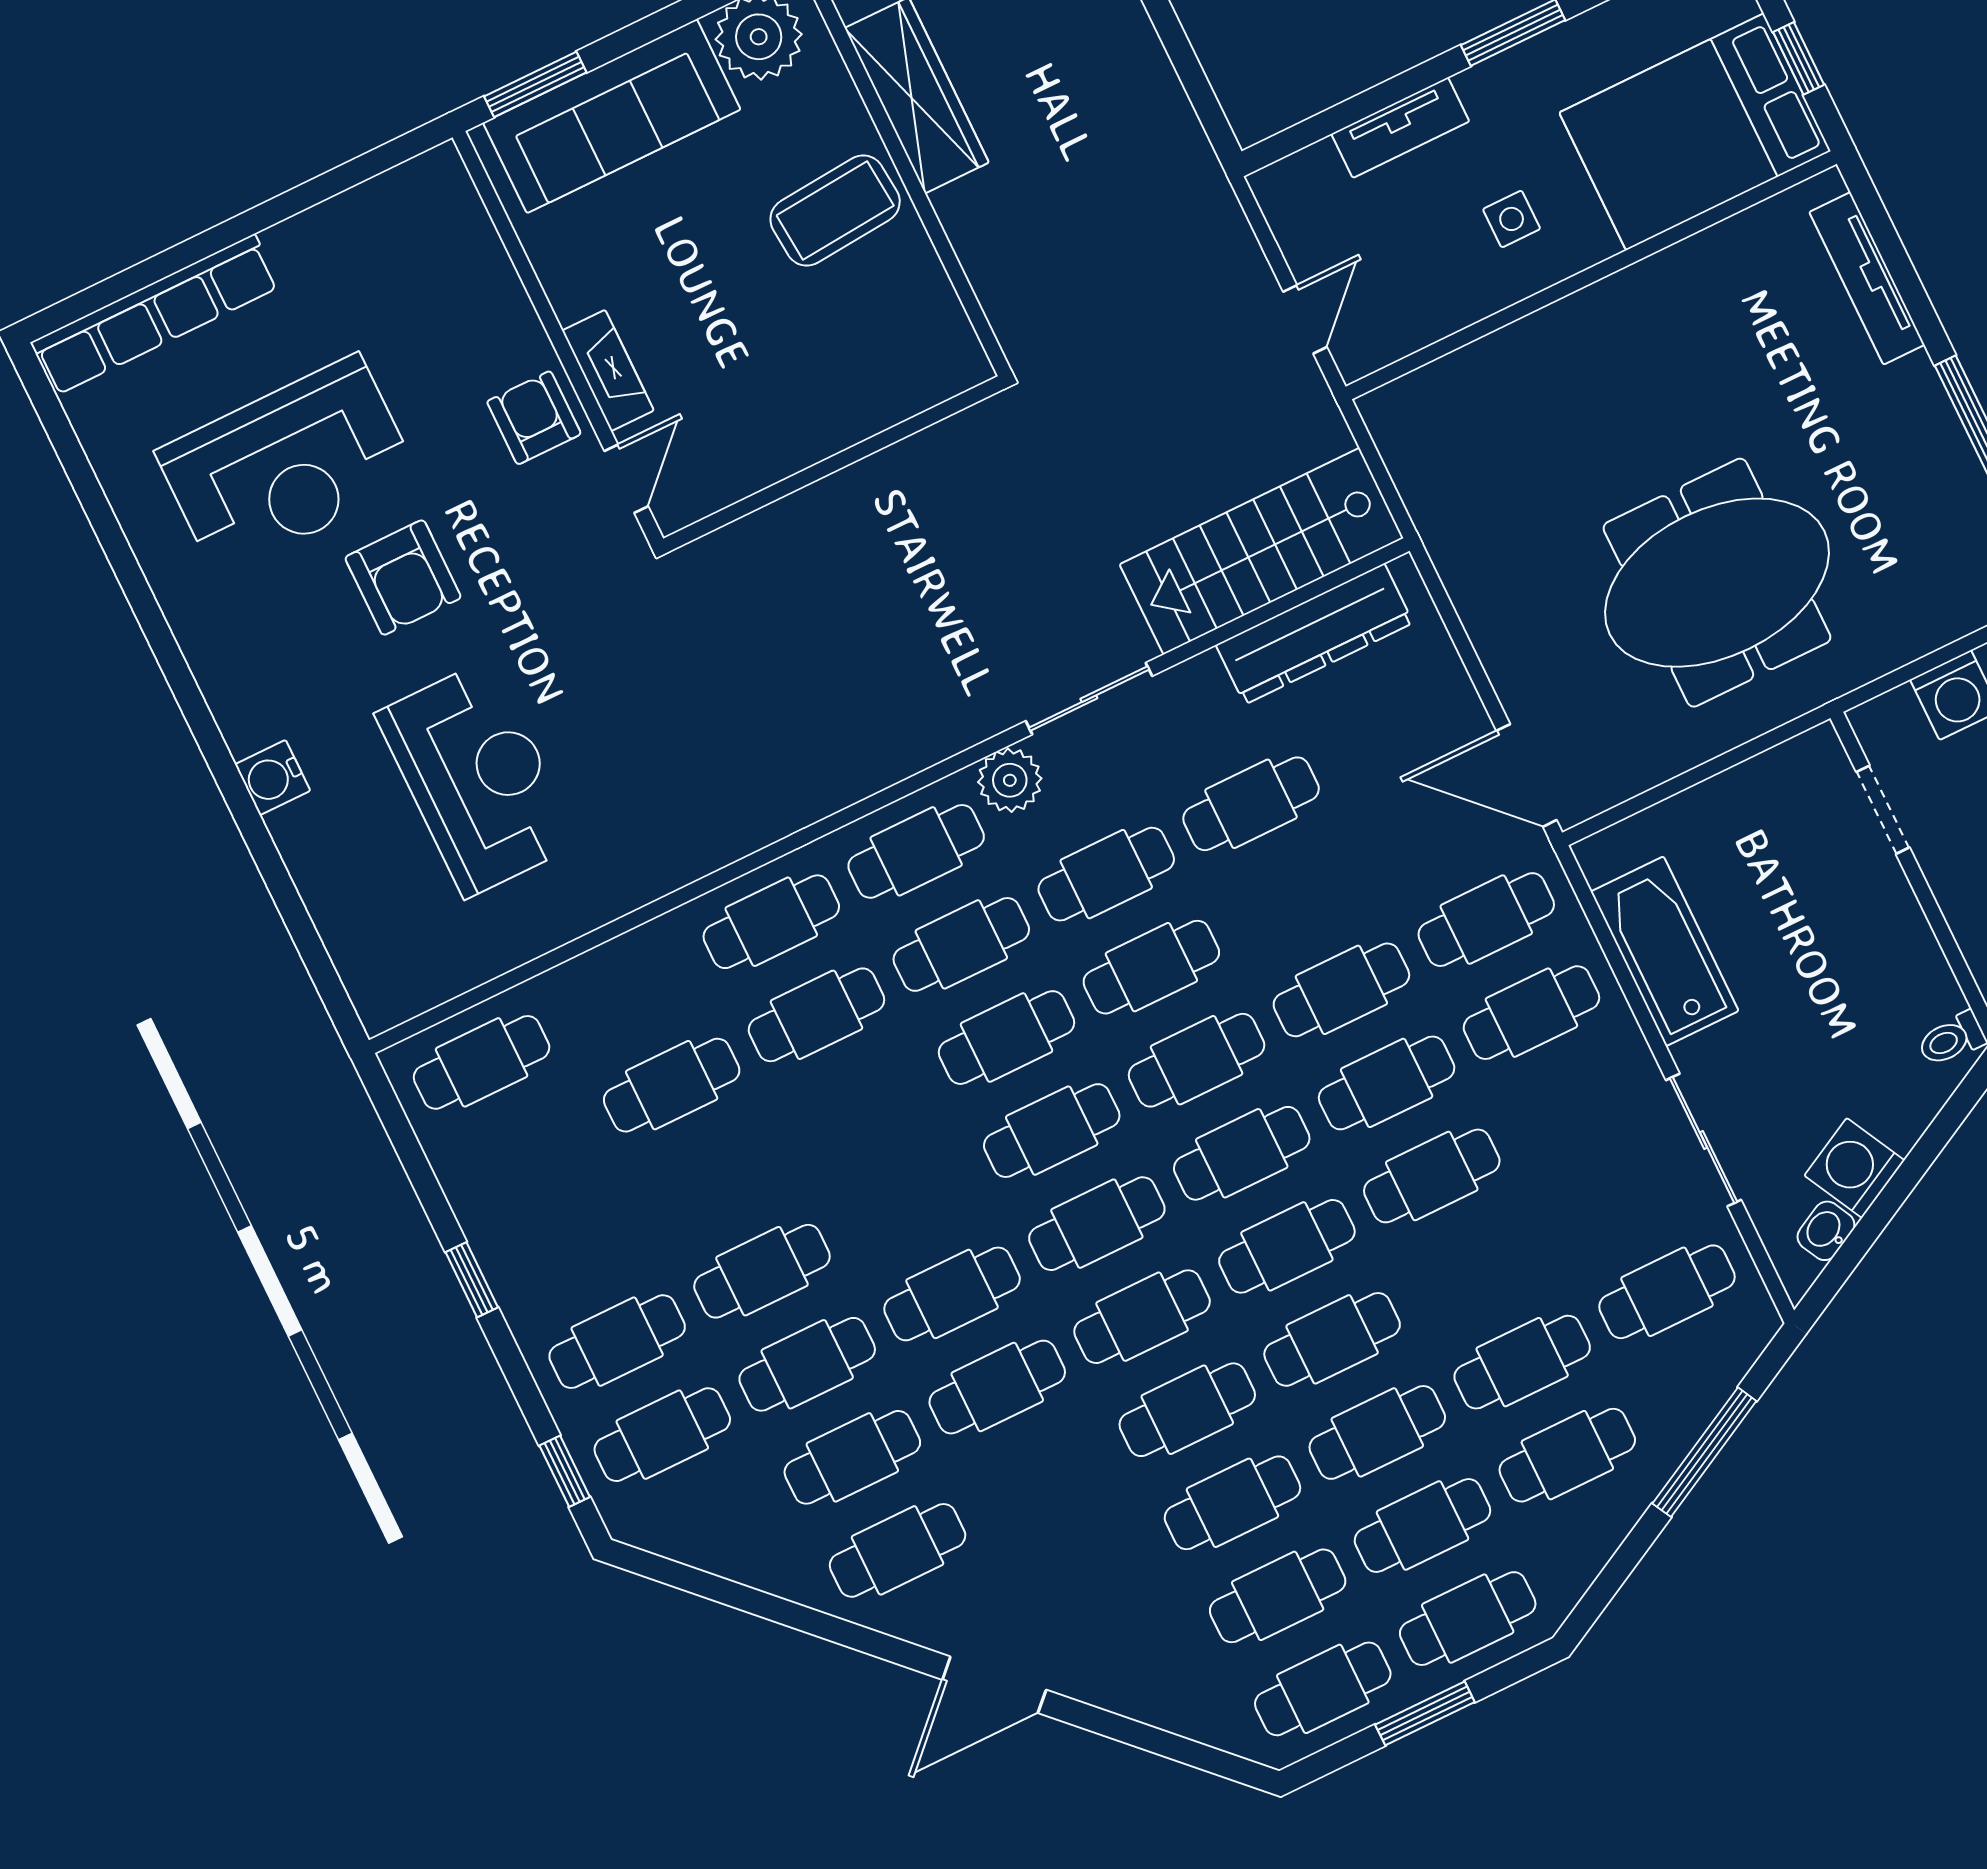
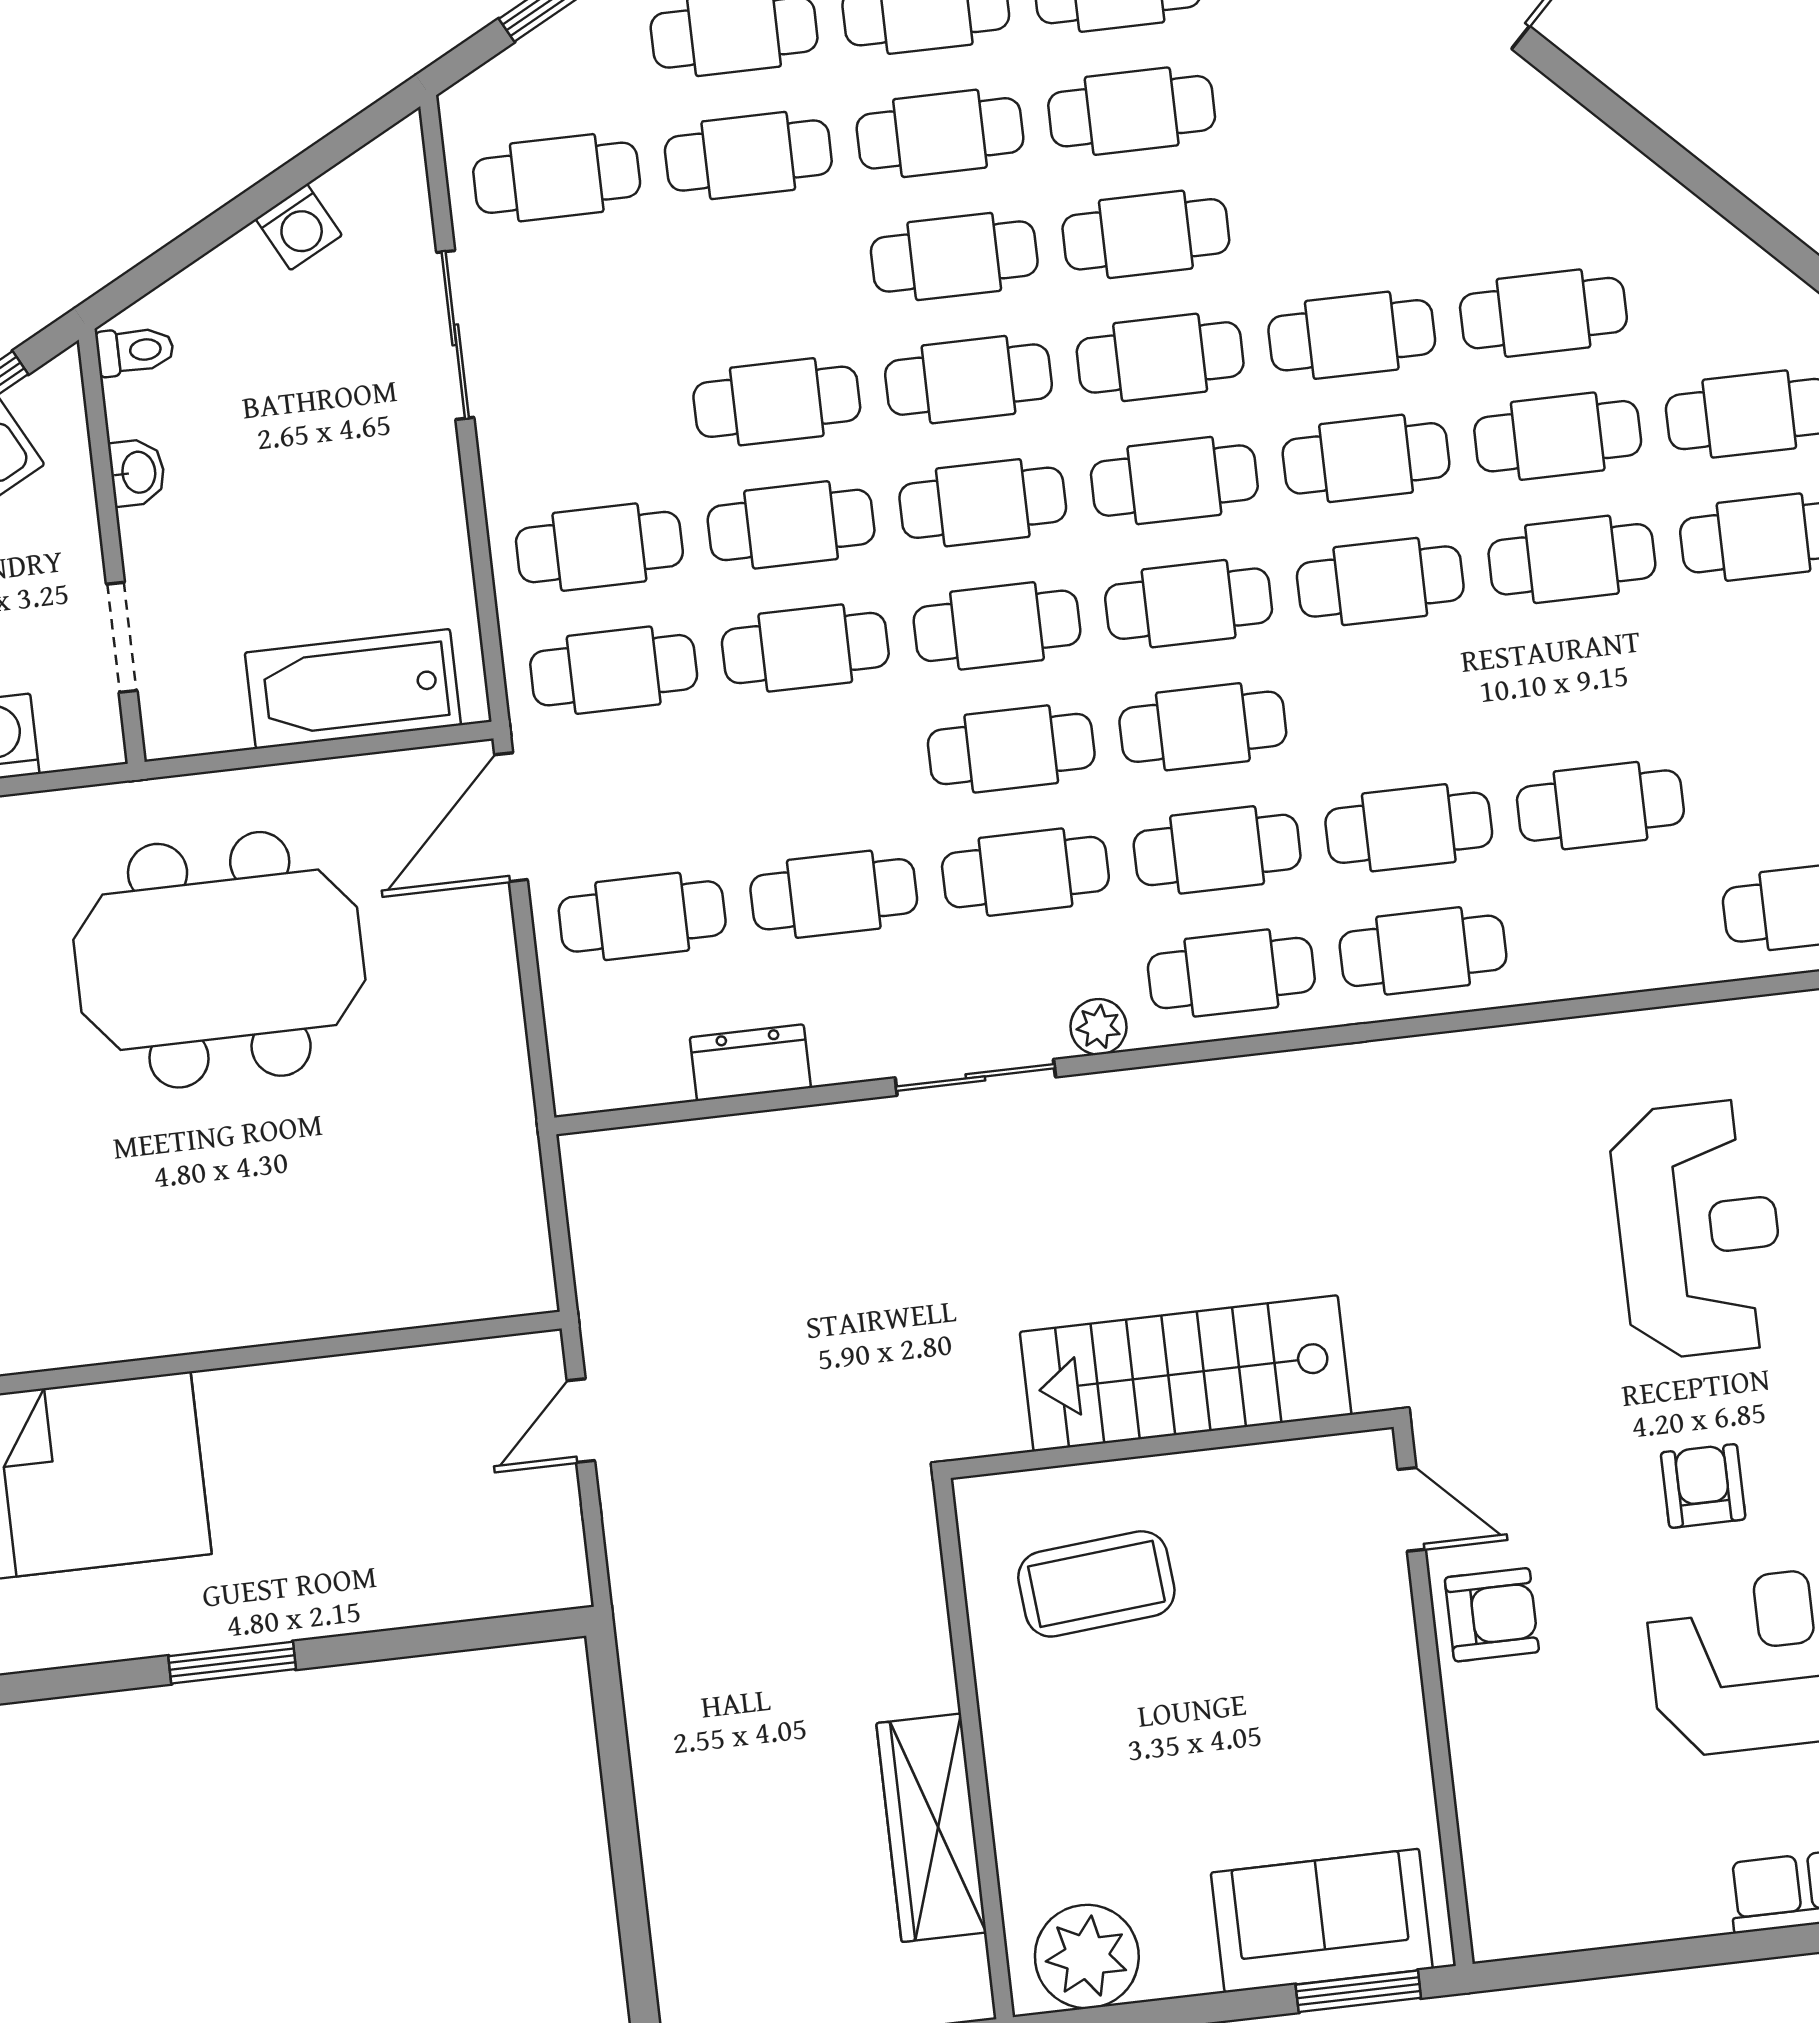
sofa: (612, 116) -> (1322, 1921), width x0.73
tv unit: (1400, 128) -> (397, 1600), removed
coffee table: (835, 211) -> (1096, 1584), moved
side table: (1512, 219) -> (308, 1452), removed
fireplace: (608, 370) -> (1389, 1639), removed
armchair: (534, 418) -> (1492, 1615), turned -90
door: (626, 479) -> (1412, 1509), swing flipped
stairs: (1261, 551) -> (1186, 1373), moved, turned 180
armchair: (403, 578) -> (1703, 1486), width x0.72, depth x0.72
dresser: (1315, 634) -> (750, 1063), width x0.51, depth x0.80
cafe table: (1396, 733) -> (642, 916), added
door: (1527, 775) -> (511, 817), swing flipped
reception desk: (478, 778) -> (1698, 1229), turned 180
plant: (1010, 780) -> (1098, 1027), width x0.73, depth x0.73
bathtub: (1665, 951) -> (353, 689), moved, turned 90
washing machine: (1854, 1168) -> (299, 227), width x0.73, depth x0.73
washbasin: (1826, 1231) -> (137, 472), moved, turned -62
cafe table: (898, 1550) -> (1380, 581), moved

